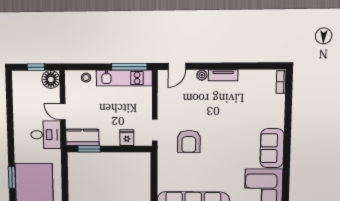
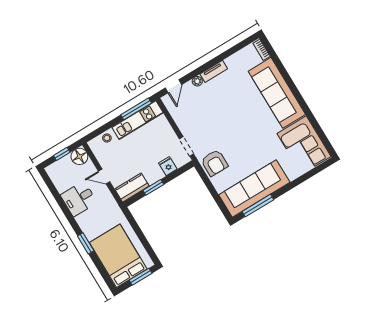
desk: (46, 135) -> (79, 199), moved, turned 180
armchair: (189, 141) -> (214, 163), moved
sofa: (272, 148) -> (277, 93), width x1.85, depth x1.27
window: (89, 149) -> (153, 187), moved
window: (12, 177) -> (86, 243), moved

